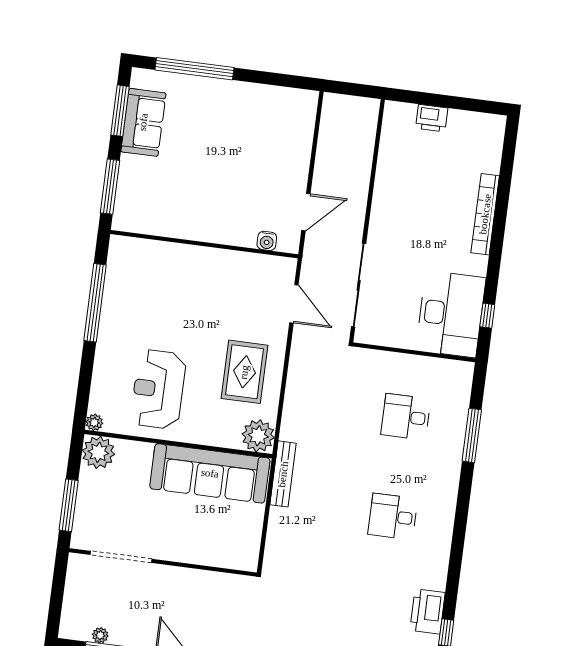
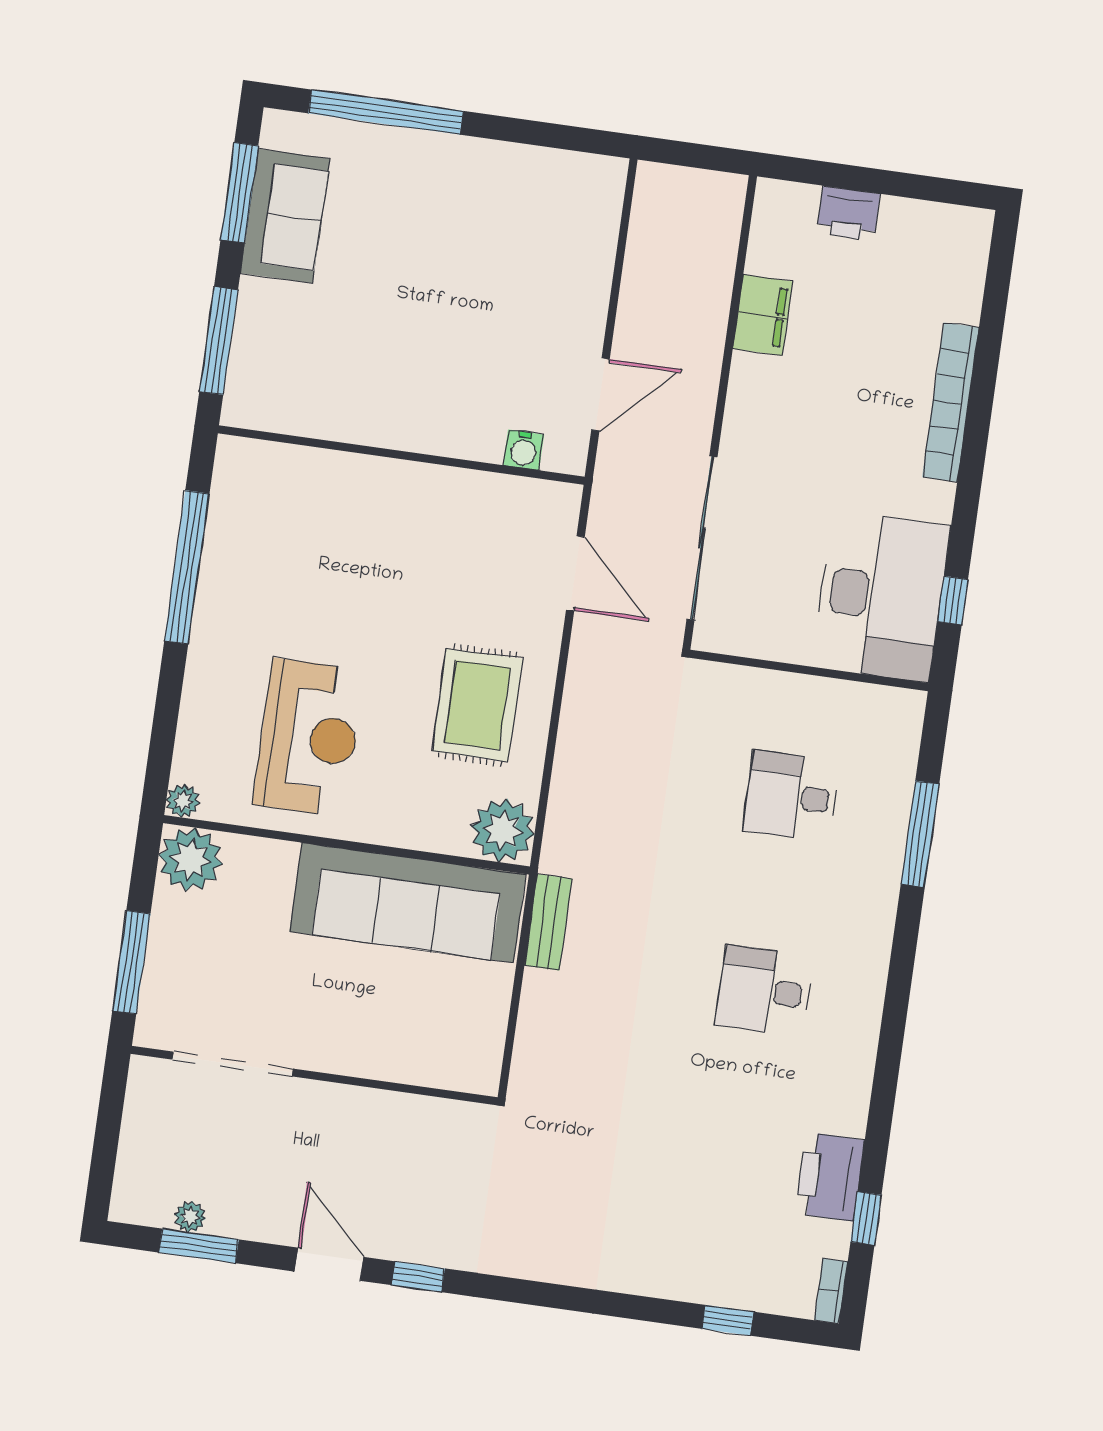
filing cabinet: (388, 171) -> (763, 315), added
reception desk: (158, 389) -> (309, 737), turned 180
bench: (283, 474) -> (548, 922), width x0.73

